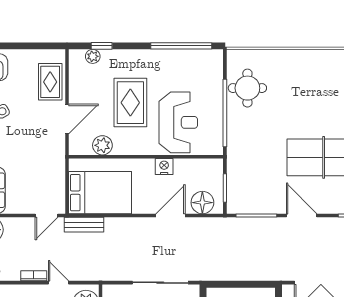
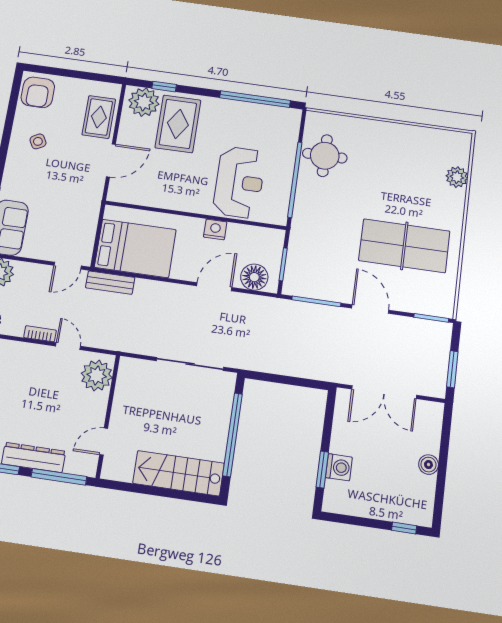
plant: (93, 56) -> (144, 102), width x1.88, depth x1.88
rug: (130, 103) -> (178, 124), moved
plant: (102, 145) -> (147, 195), removed

